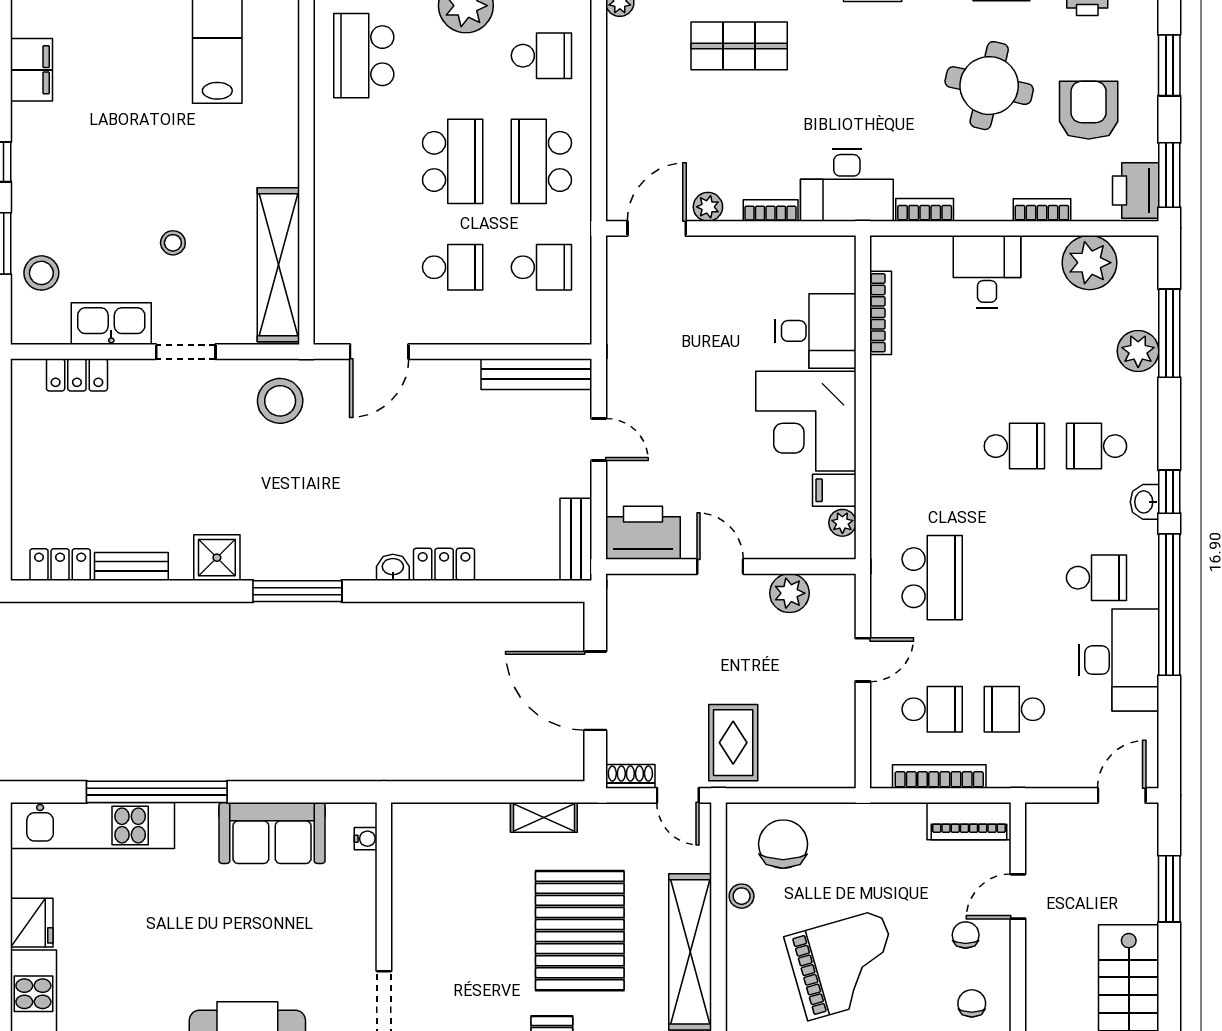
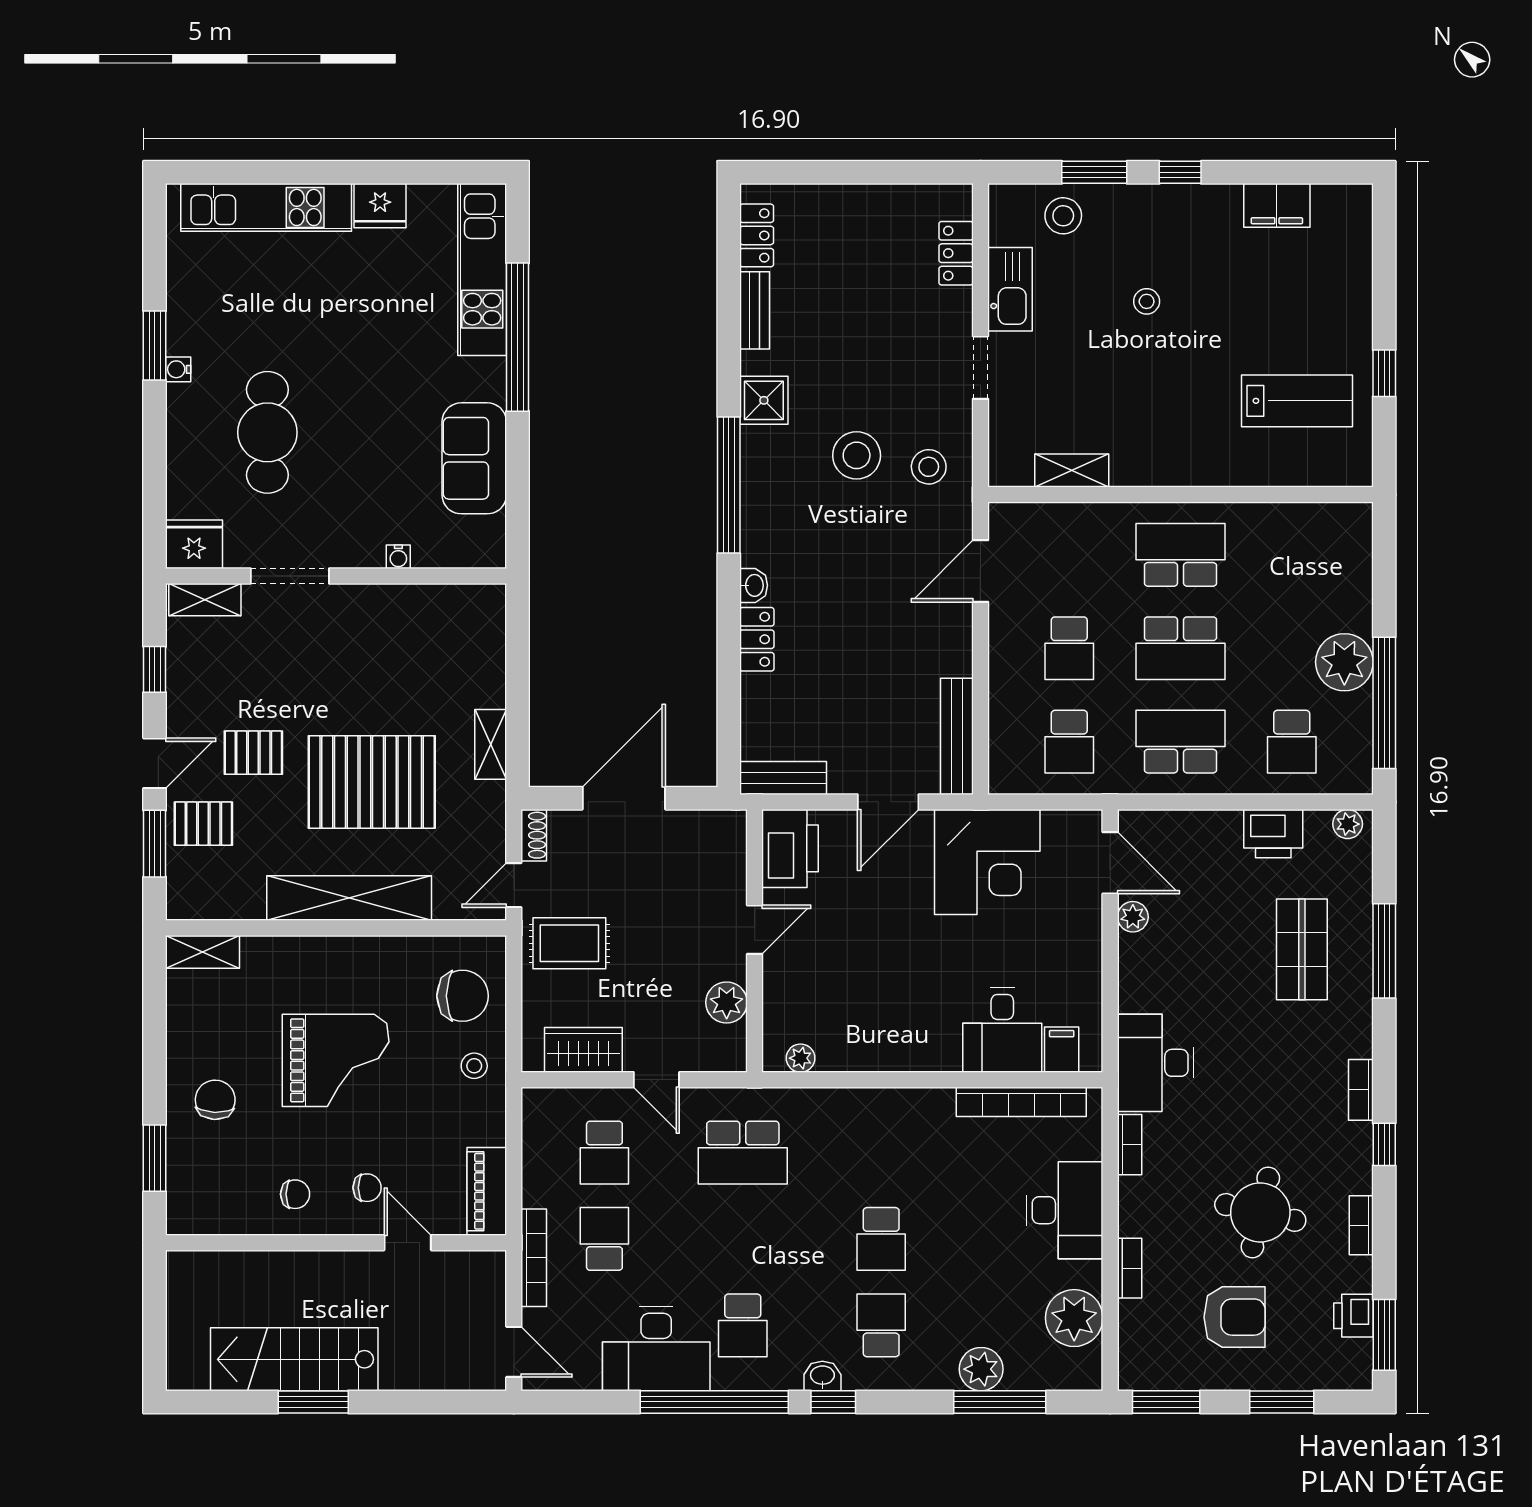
school desk: (364, 56) -> (1180, 555), moved
printer: (1136, 190) -> (1273, 834), moved, turned 180
bookcase: (771, 210) -> (1129, 983), removed
stool: (173, 243) -> (1147, 301), moved
shelving: (278, 265) -> (1072, 471), width x0.45, depth x0.75
desk: (987, 272) -> (1064, 1210), width x1.37
bookcase: (881, 313) -> (1021, 1102), width x1.48, depth x1.31
door: (379, 352) -> (980, 571), hinge flipped
stool: (280, 401) -> (929, 467), width x0.73, depth x0.73
corner desk: (806, 421) -> (987, 862), moved, turned 180
door: (599, 439) -> (888, 802), width x1.38
stool: (269, 469) -> (857, 455), added
filing cabinet: (834, 490) -> (1062, 1050), moved
window: (297, 591) -> (729, 485), width x1.46
wardrobe: (834, 729) -> (583, 1050), added
bookcase: (939, 776) -> (534, 1258), moved
water cooler: (366, 839) -> (398, 557), moved
window: (1169, 889) -> (313, 1402), moved
stool: (742, 896) -> (474, 1066), moved
grand piano: (845, 965) -> (336, 1060), turned -74

